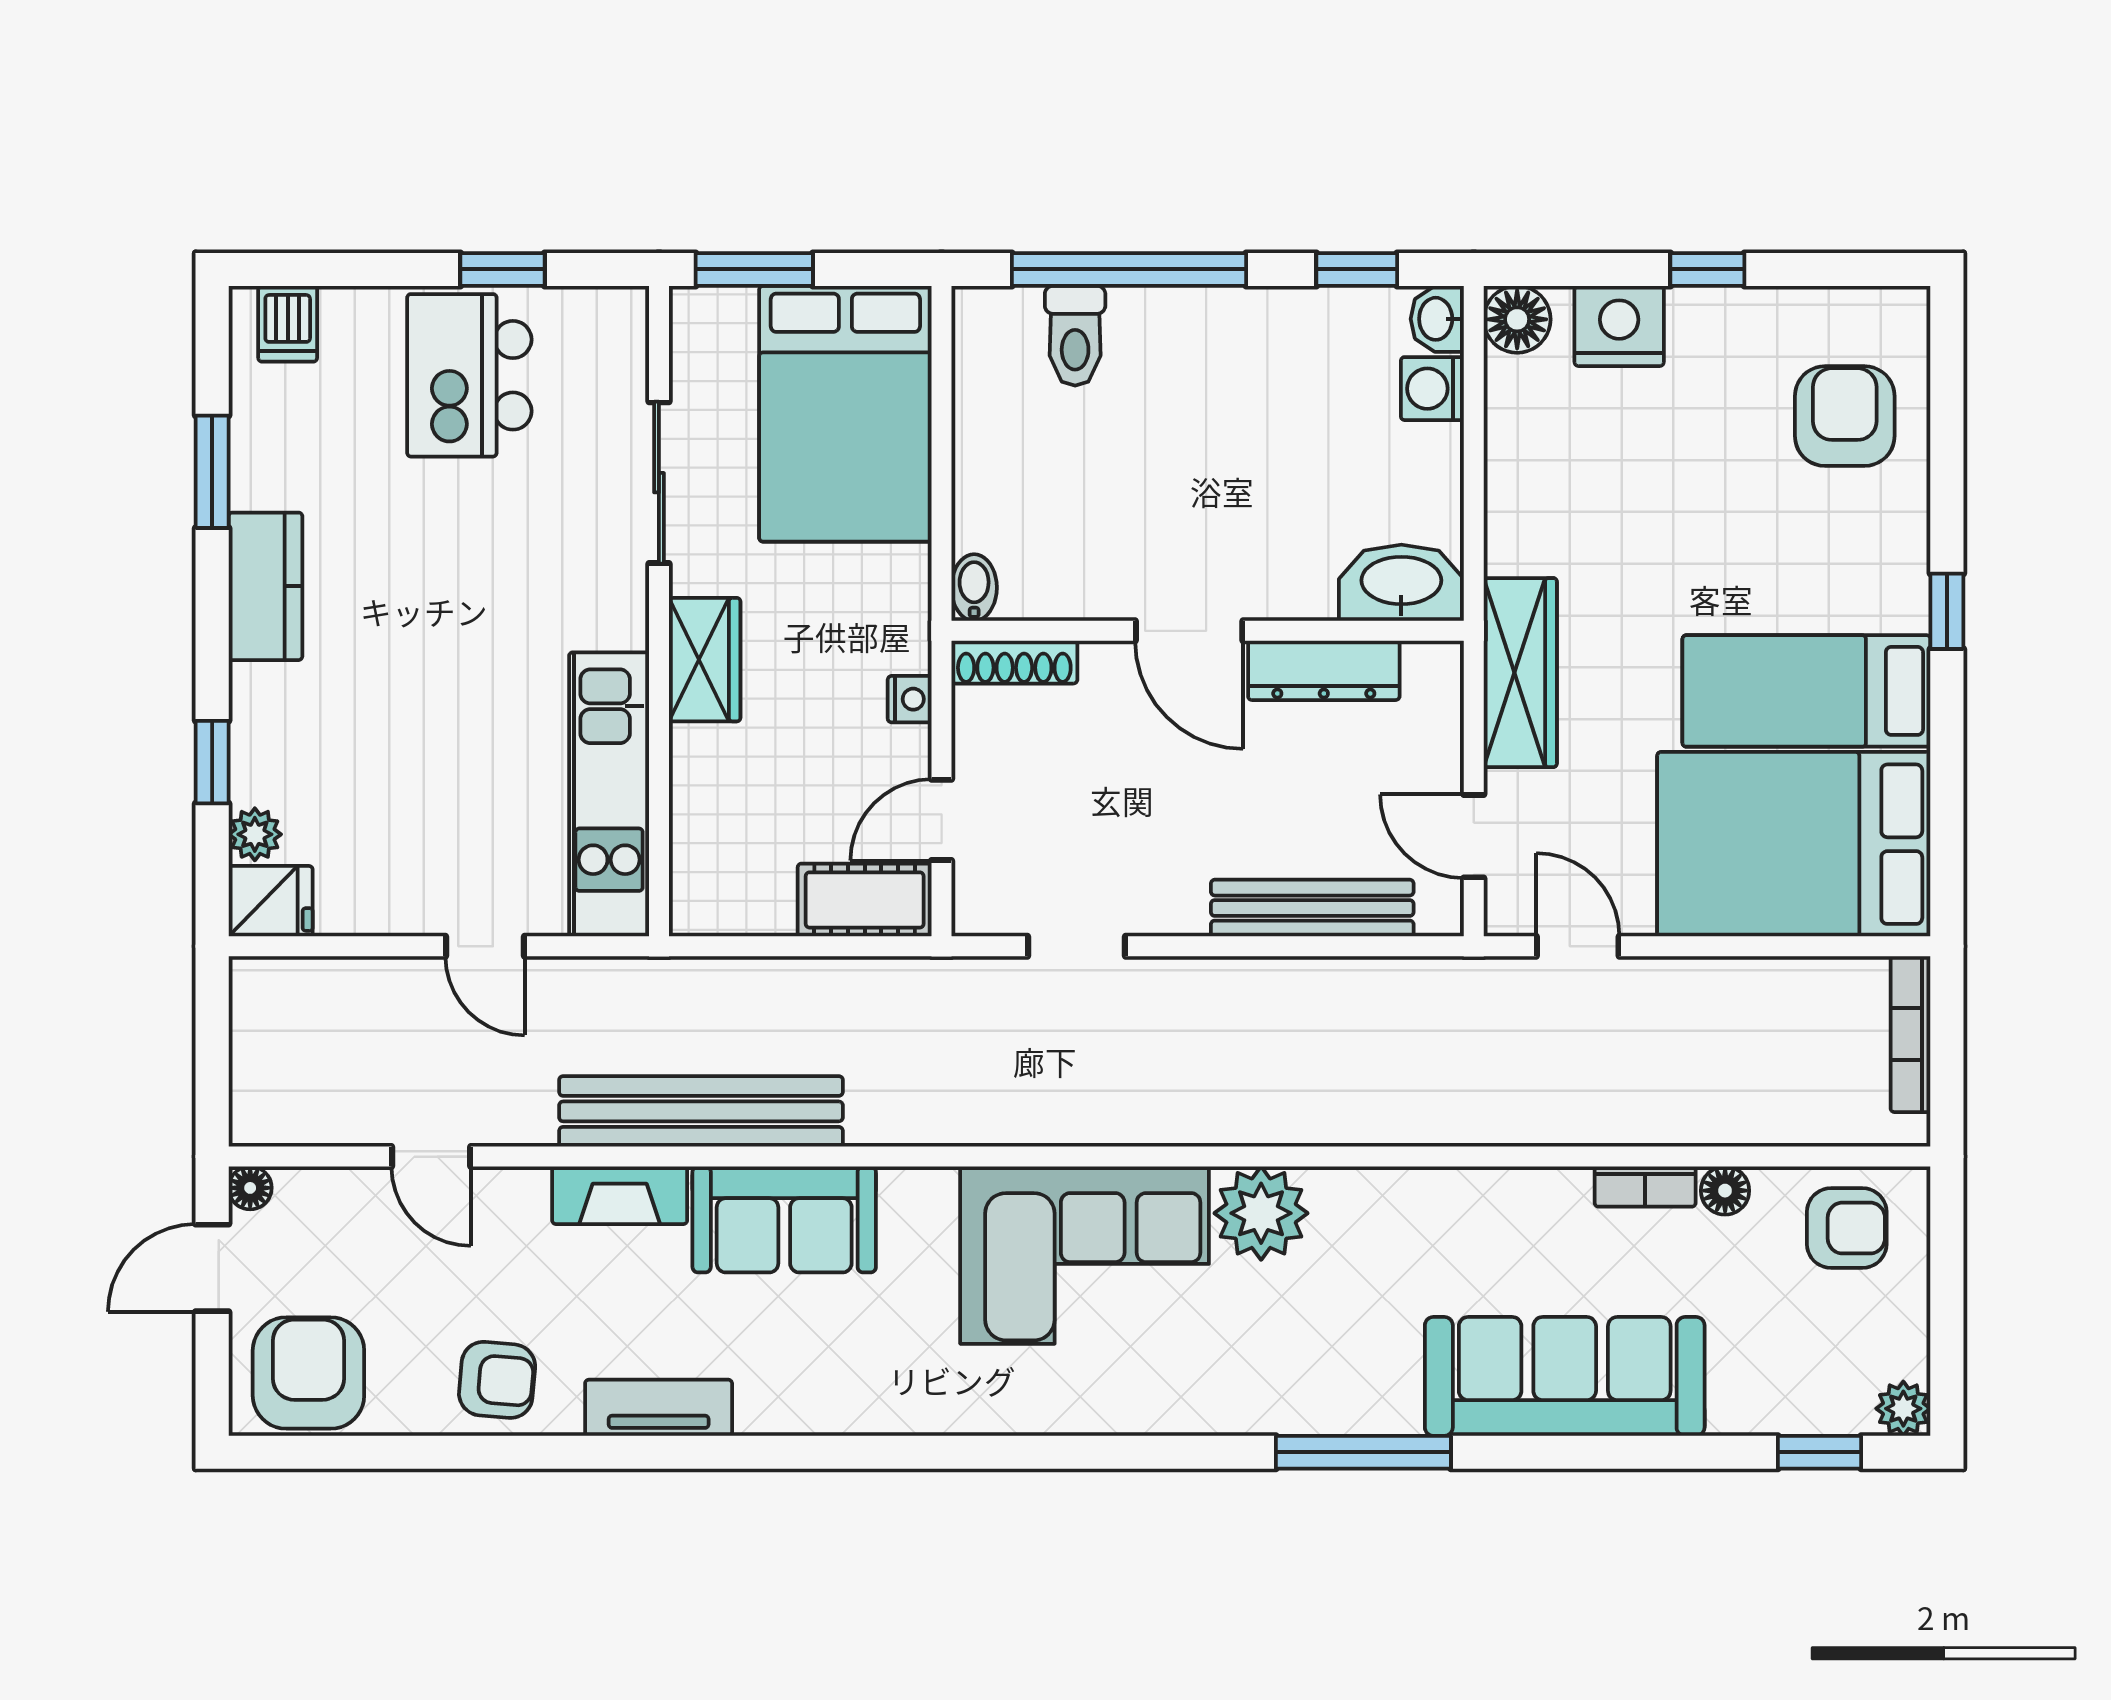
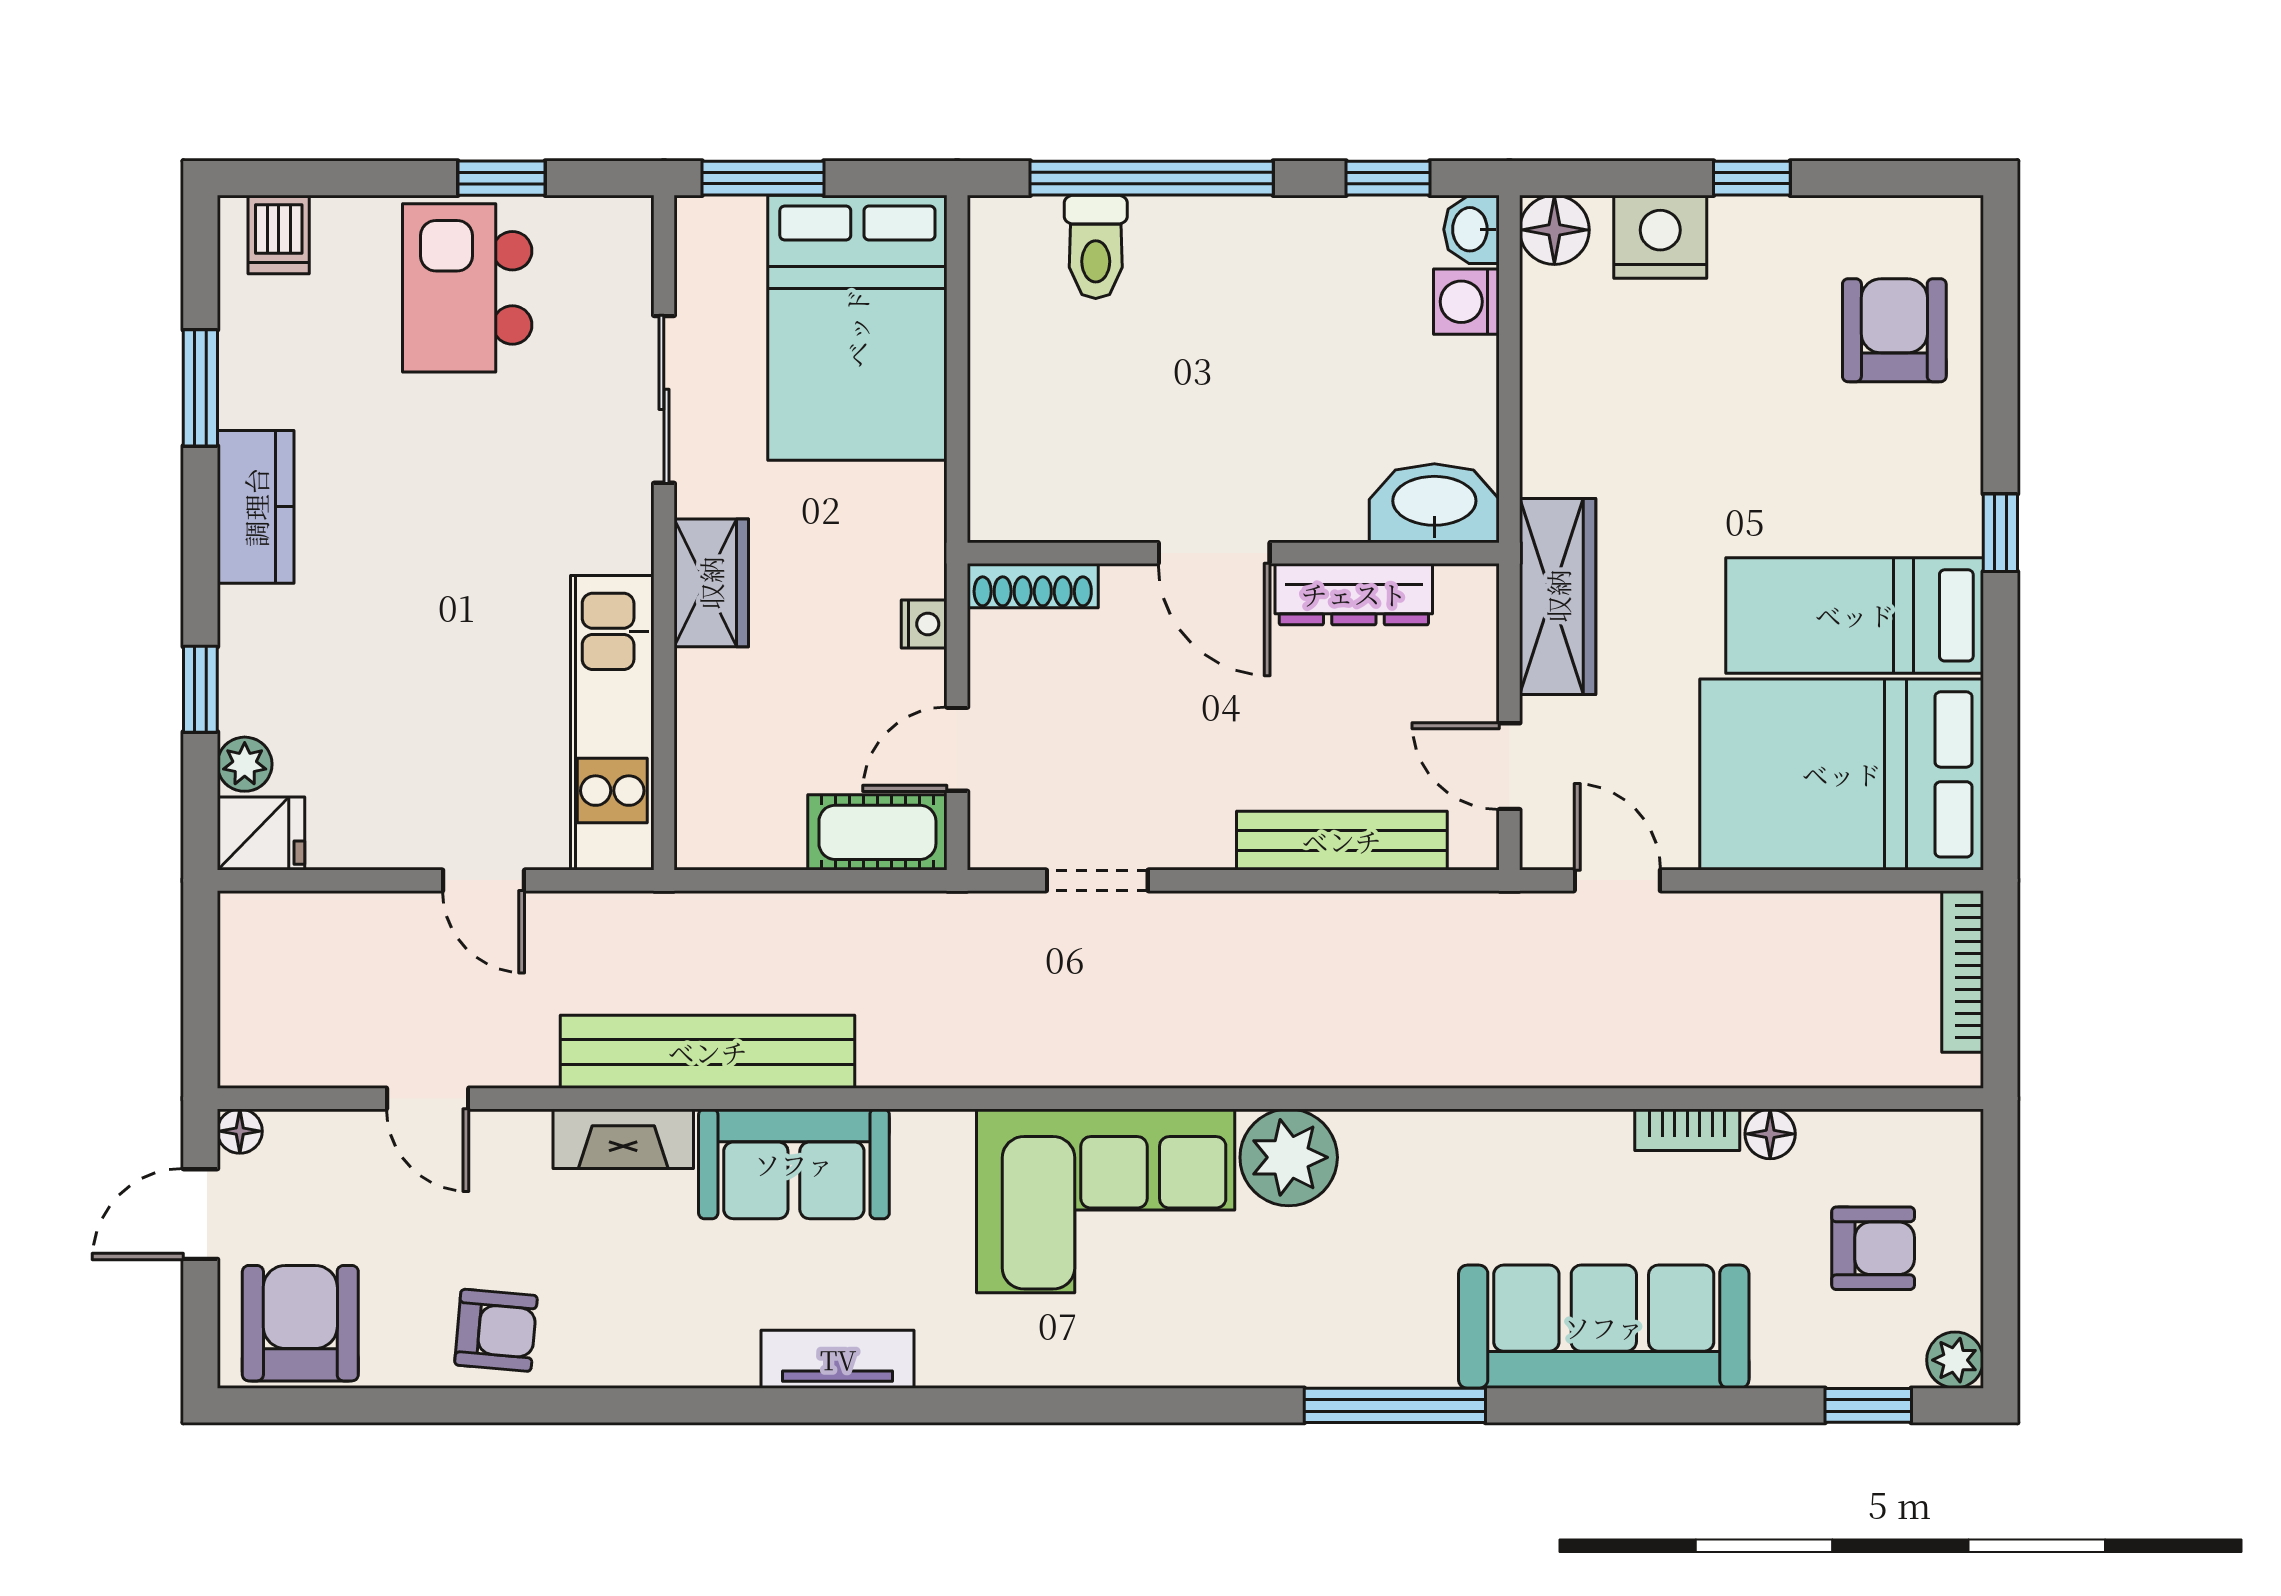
bidet: (974, 588) -> (991, 508), removed
armchair: (1847, 1228) -> (1873, 1248), moved
tv unit: (659, 1408) -> (838, 1359), moved

